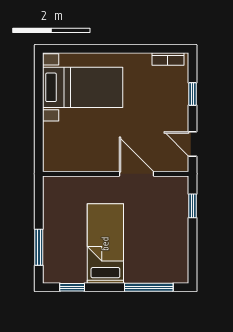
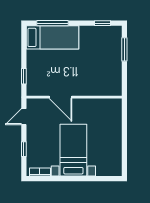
bed with nightstands: (83, 87) -> (73, 150), moved, turned 90
door: (193, 144) -> (24, 117), swing flipped
bed: (105, 244) -> (53, 37), moved, turned -90

